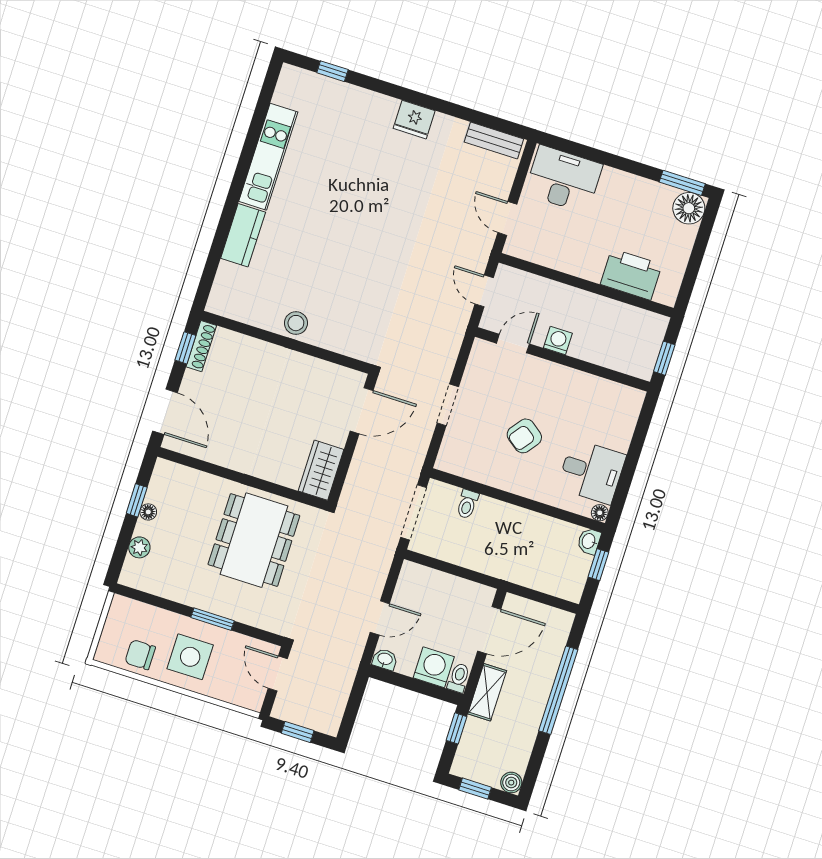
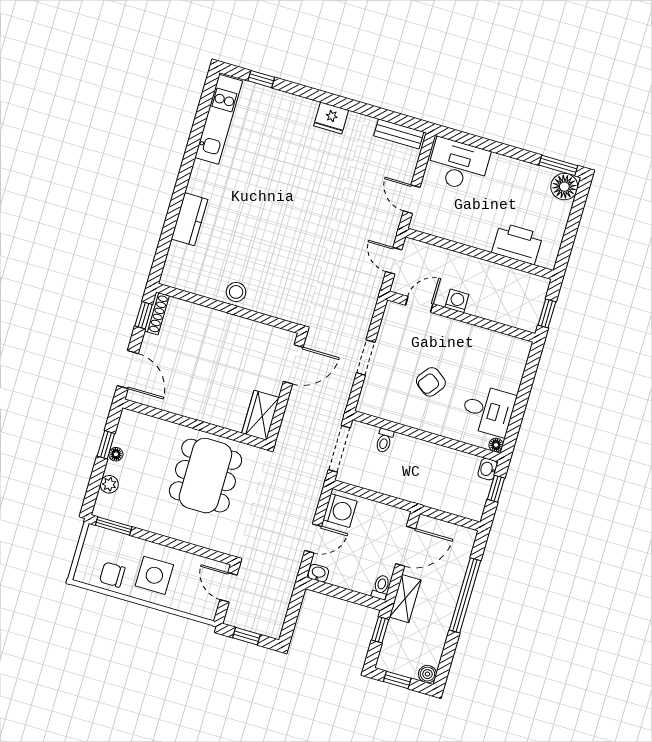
kitchen unit: (268, 157) -> (219, 119), moved
window: (212, 619) -> (114, 526), moved
washing machine: (434, 667) -> (340, 511), moved, turned 90

